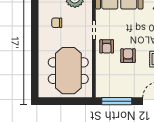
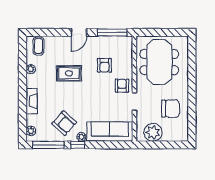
chair: (57, 23) -> (171, 109), width x1.87, depth x1.87
armchair: (128, 56) -> (105, 65), moved

